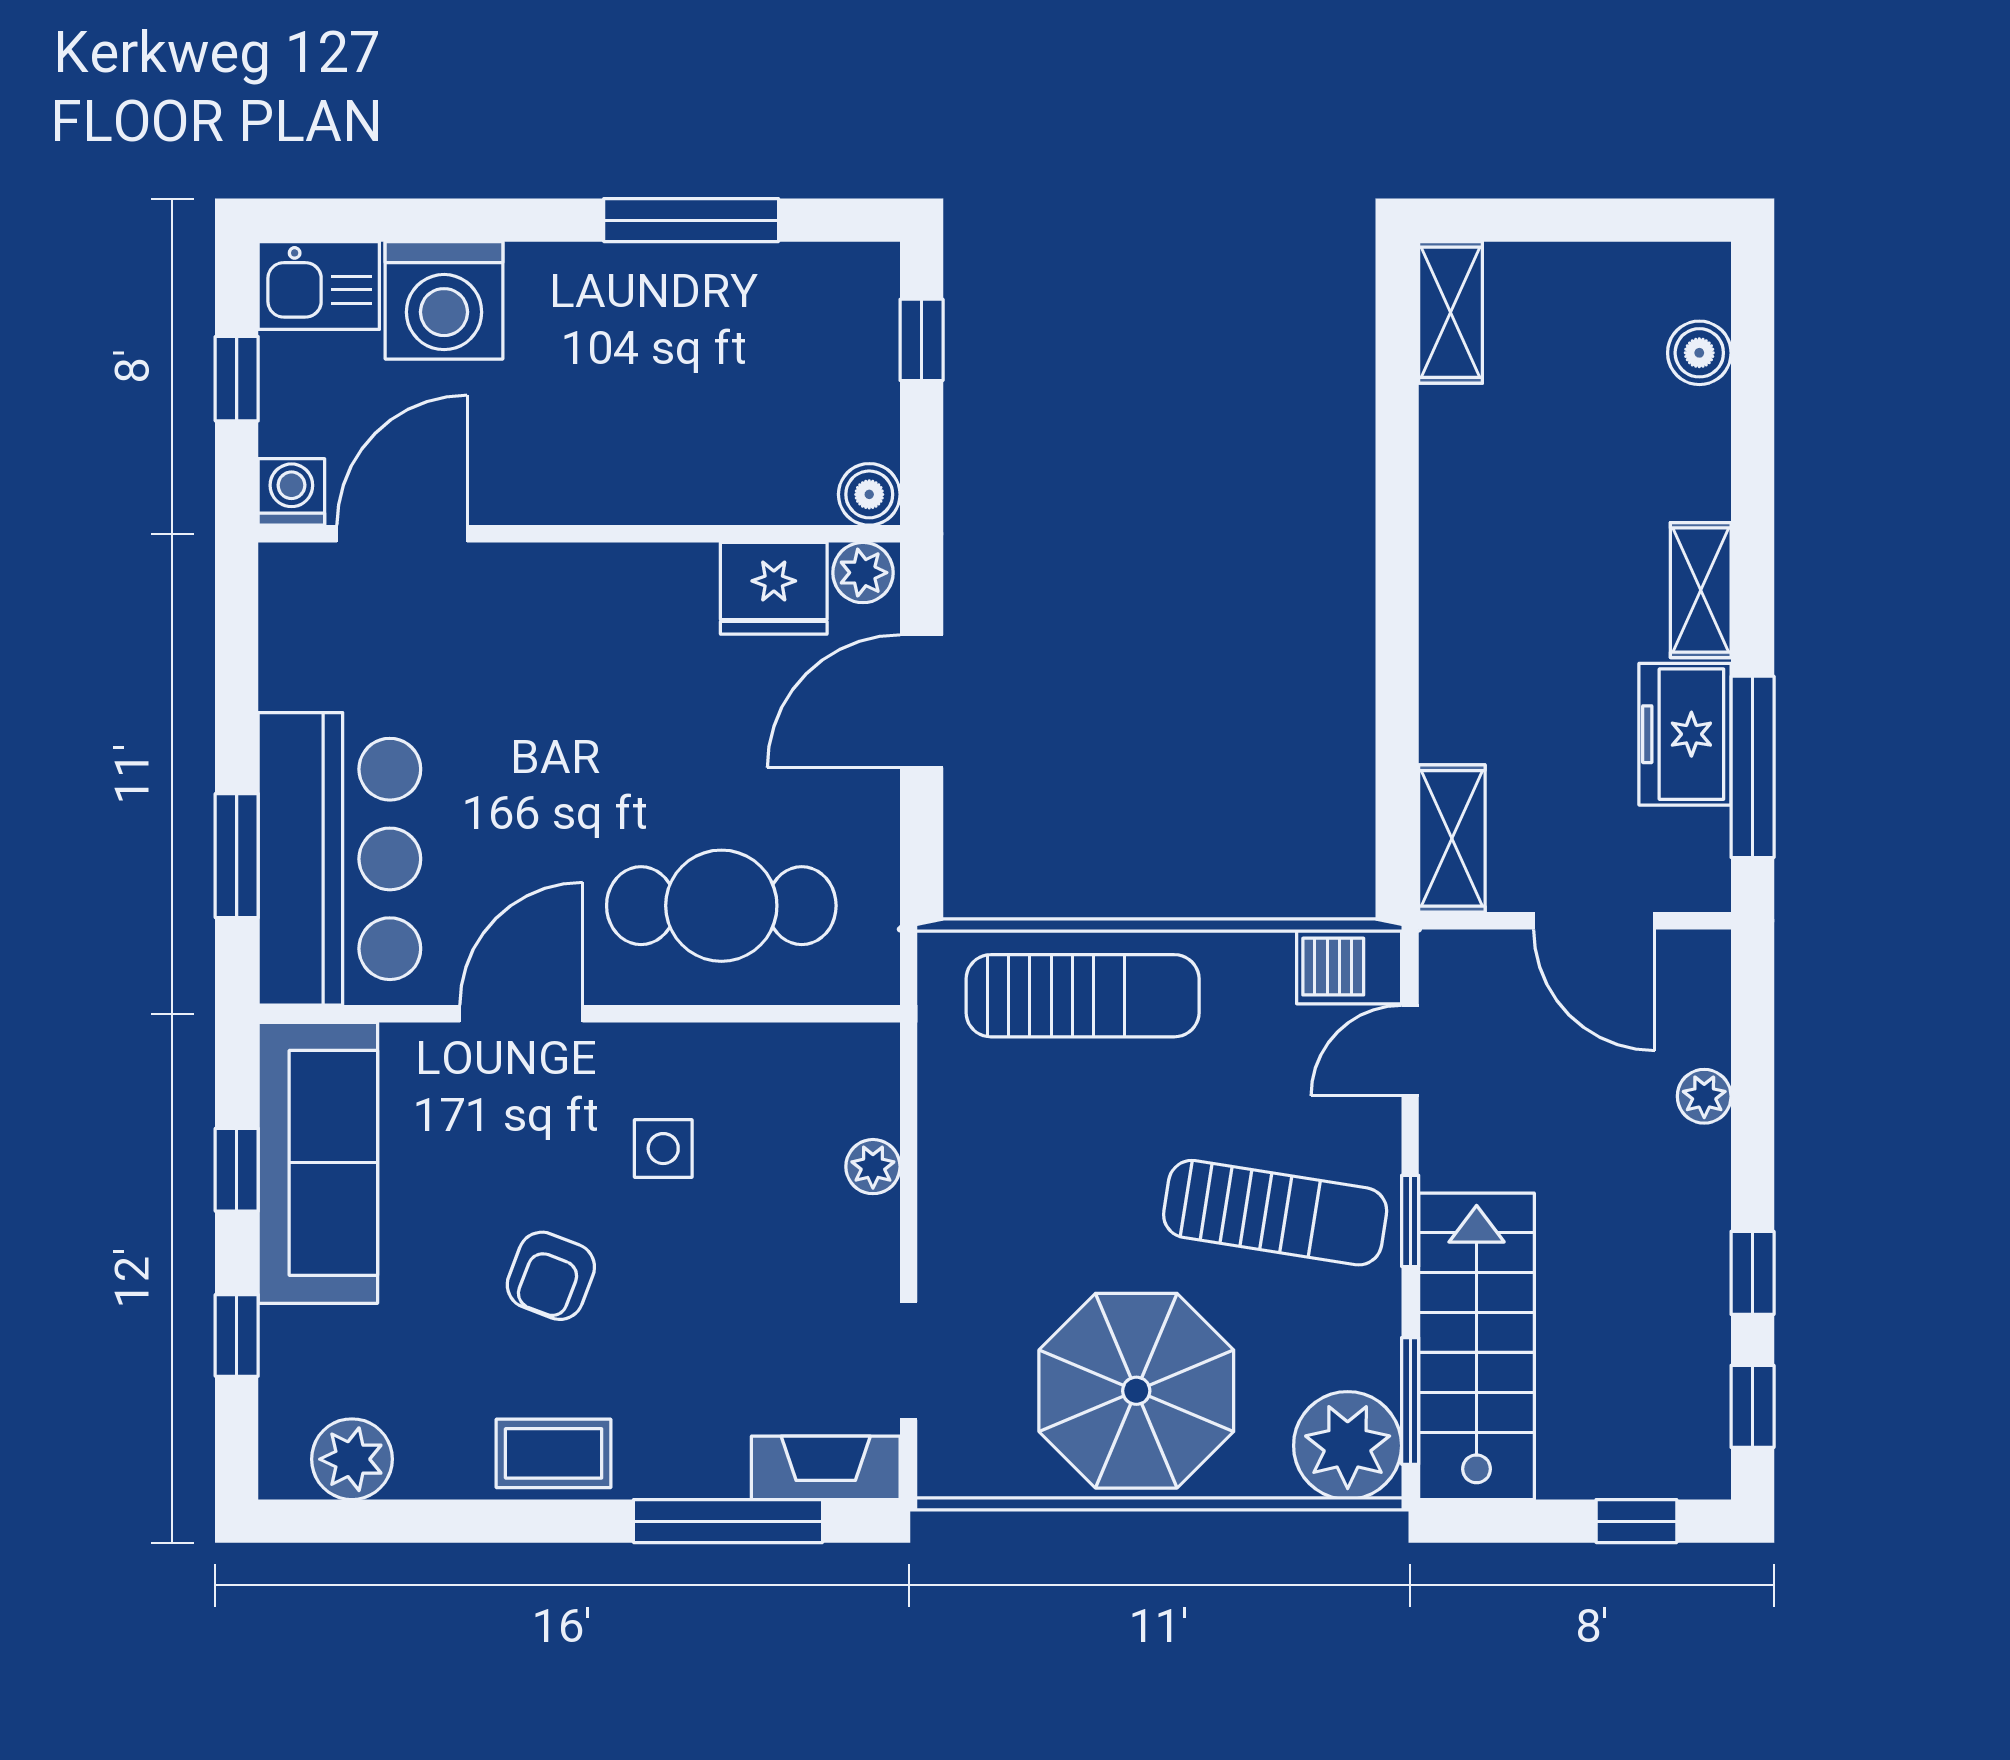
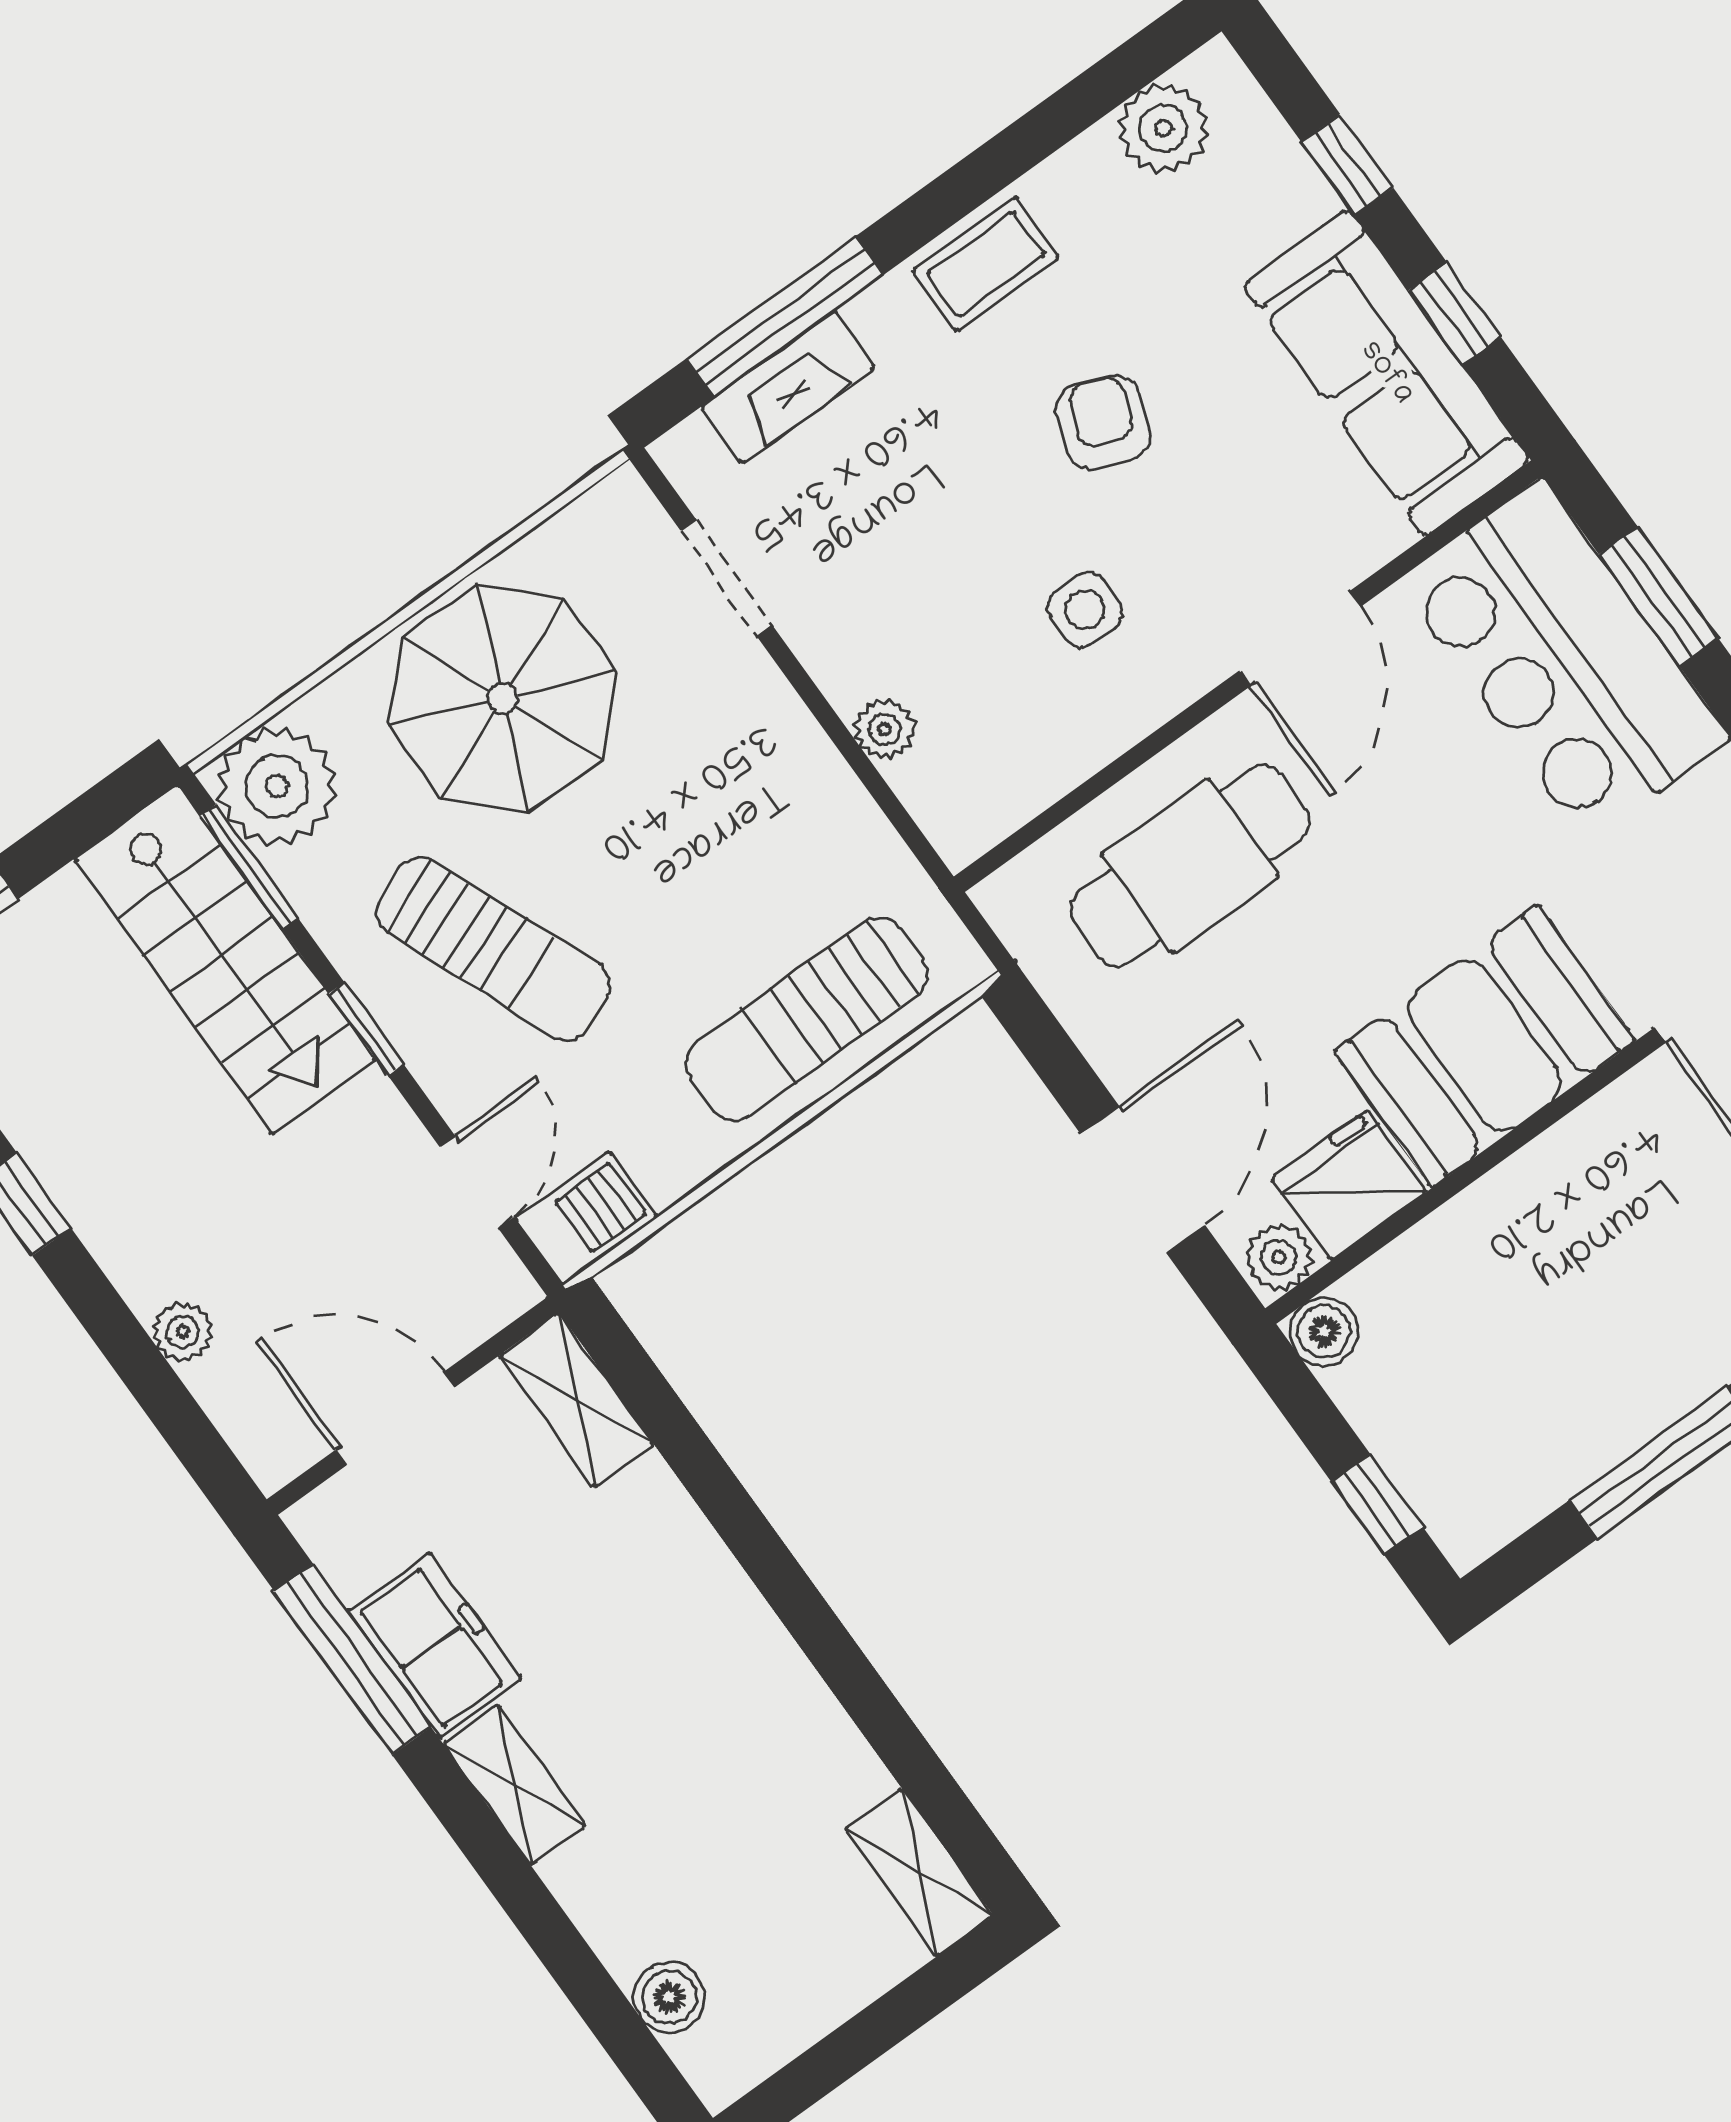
booth: (601, 619) -> (1484, 1046), added
sun lounger: (1275, 1213) -> (493, 949), turned -121
fireplace: (826, 1468) -> (788, 387), moved

